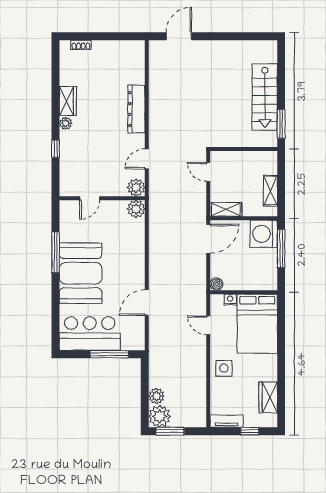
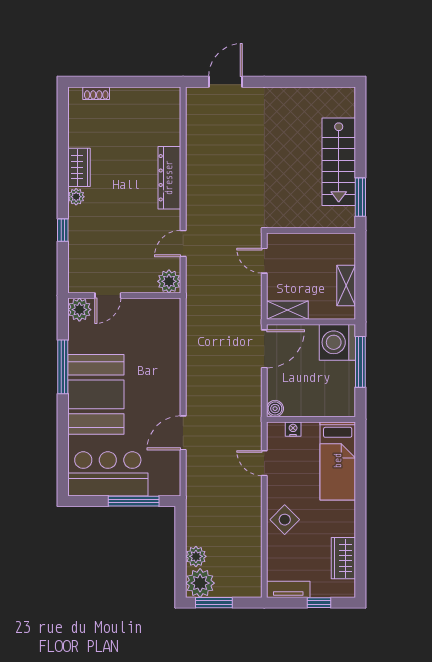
plant: (136, 209) -> (79, 310), moved
bed: (257, 324) -> (338, 461), width x0.67
side table: (224, 368) -> (285, 520), turned 45

